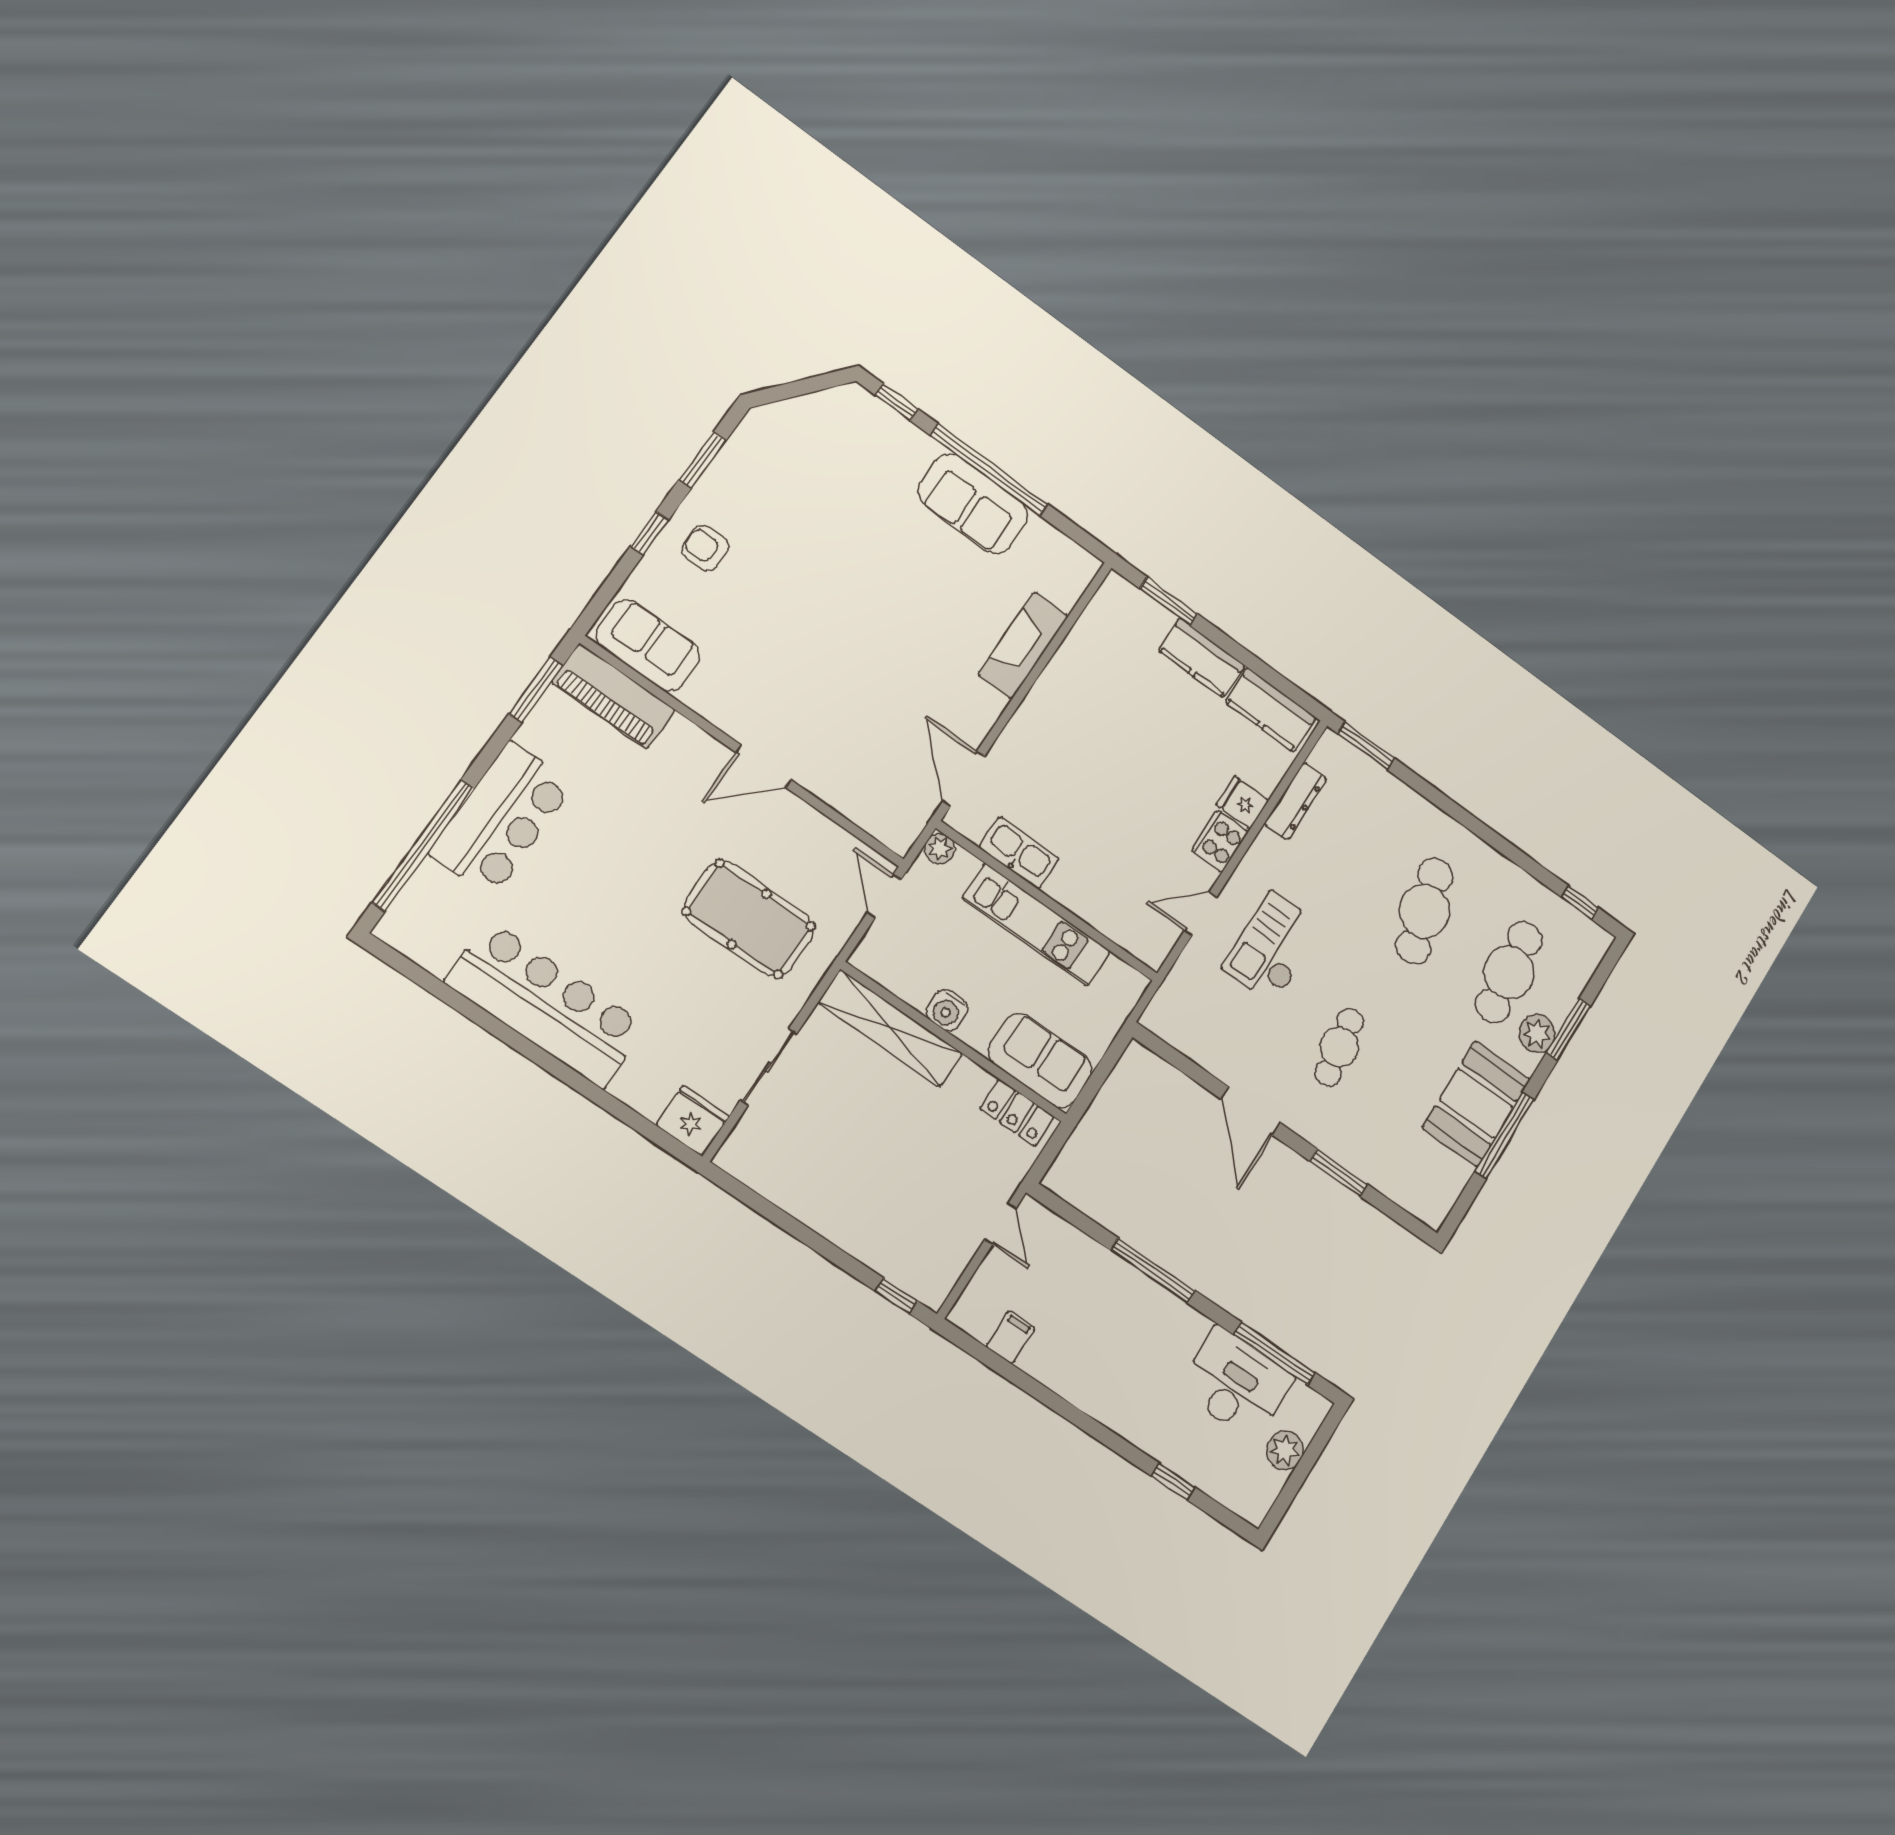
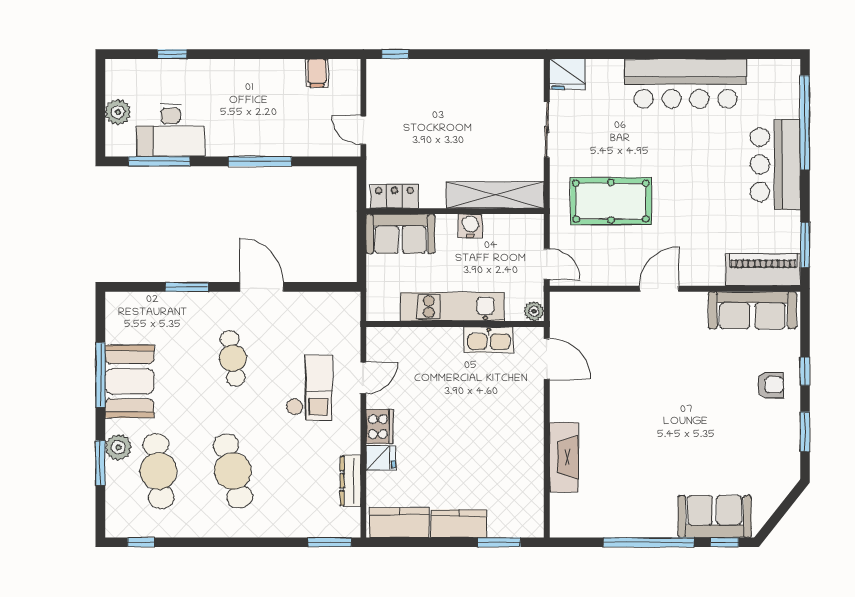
sofa: (973, 504) -> (715, 517), moved
sofa: (648, 645) -> (752, 310), width x1.36

